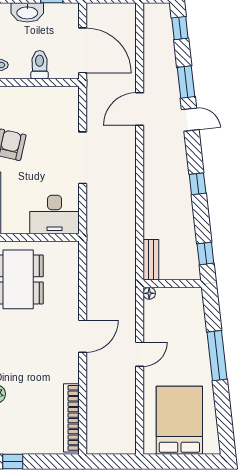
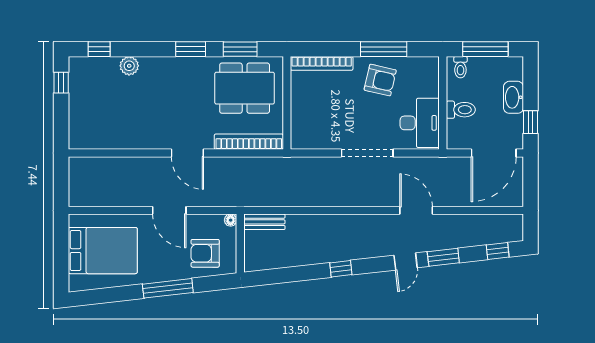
door: (83, 50) -> (494, 153), moved
desk: (54, 214) -> (420, 123), moved, turned 180
window: (205, 254) -> (271, 277), removed
armchair: (182, 319) -> (205, 253), added
door: (140, 354) -> (169, 210), width x1.38
bookcase: (71, 418) -> (249, 142), moved

